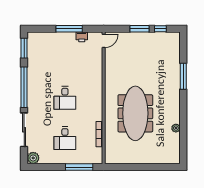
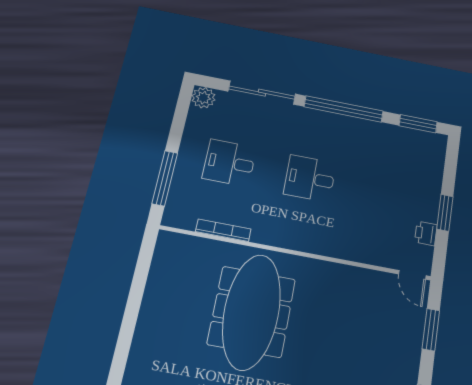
window: (69, 29) -> (445, 213), width x0.69
window: (139, 29) -> (431, 330), moved
meeting table: (135, 113) -> (252, 312), turned 90

